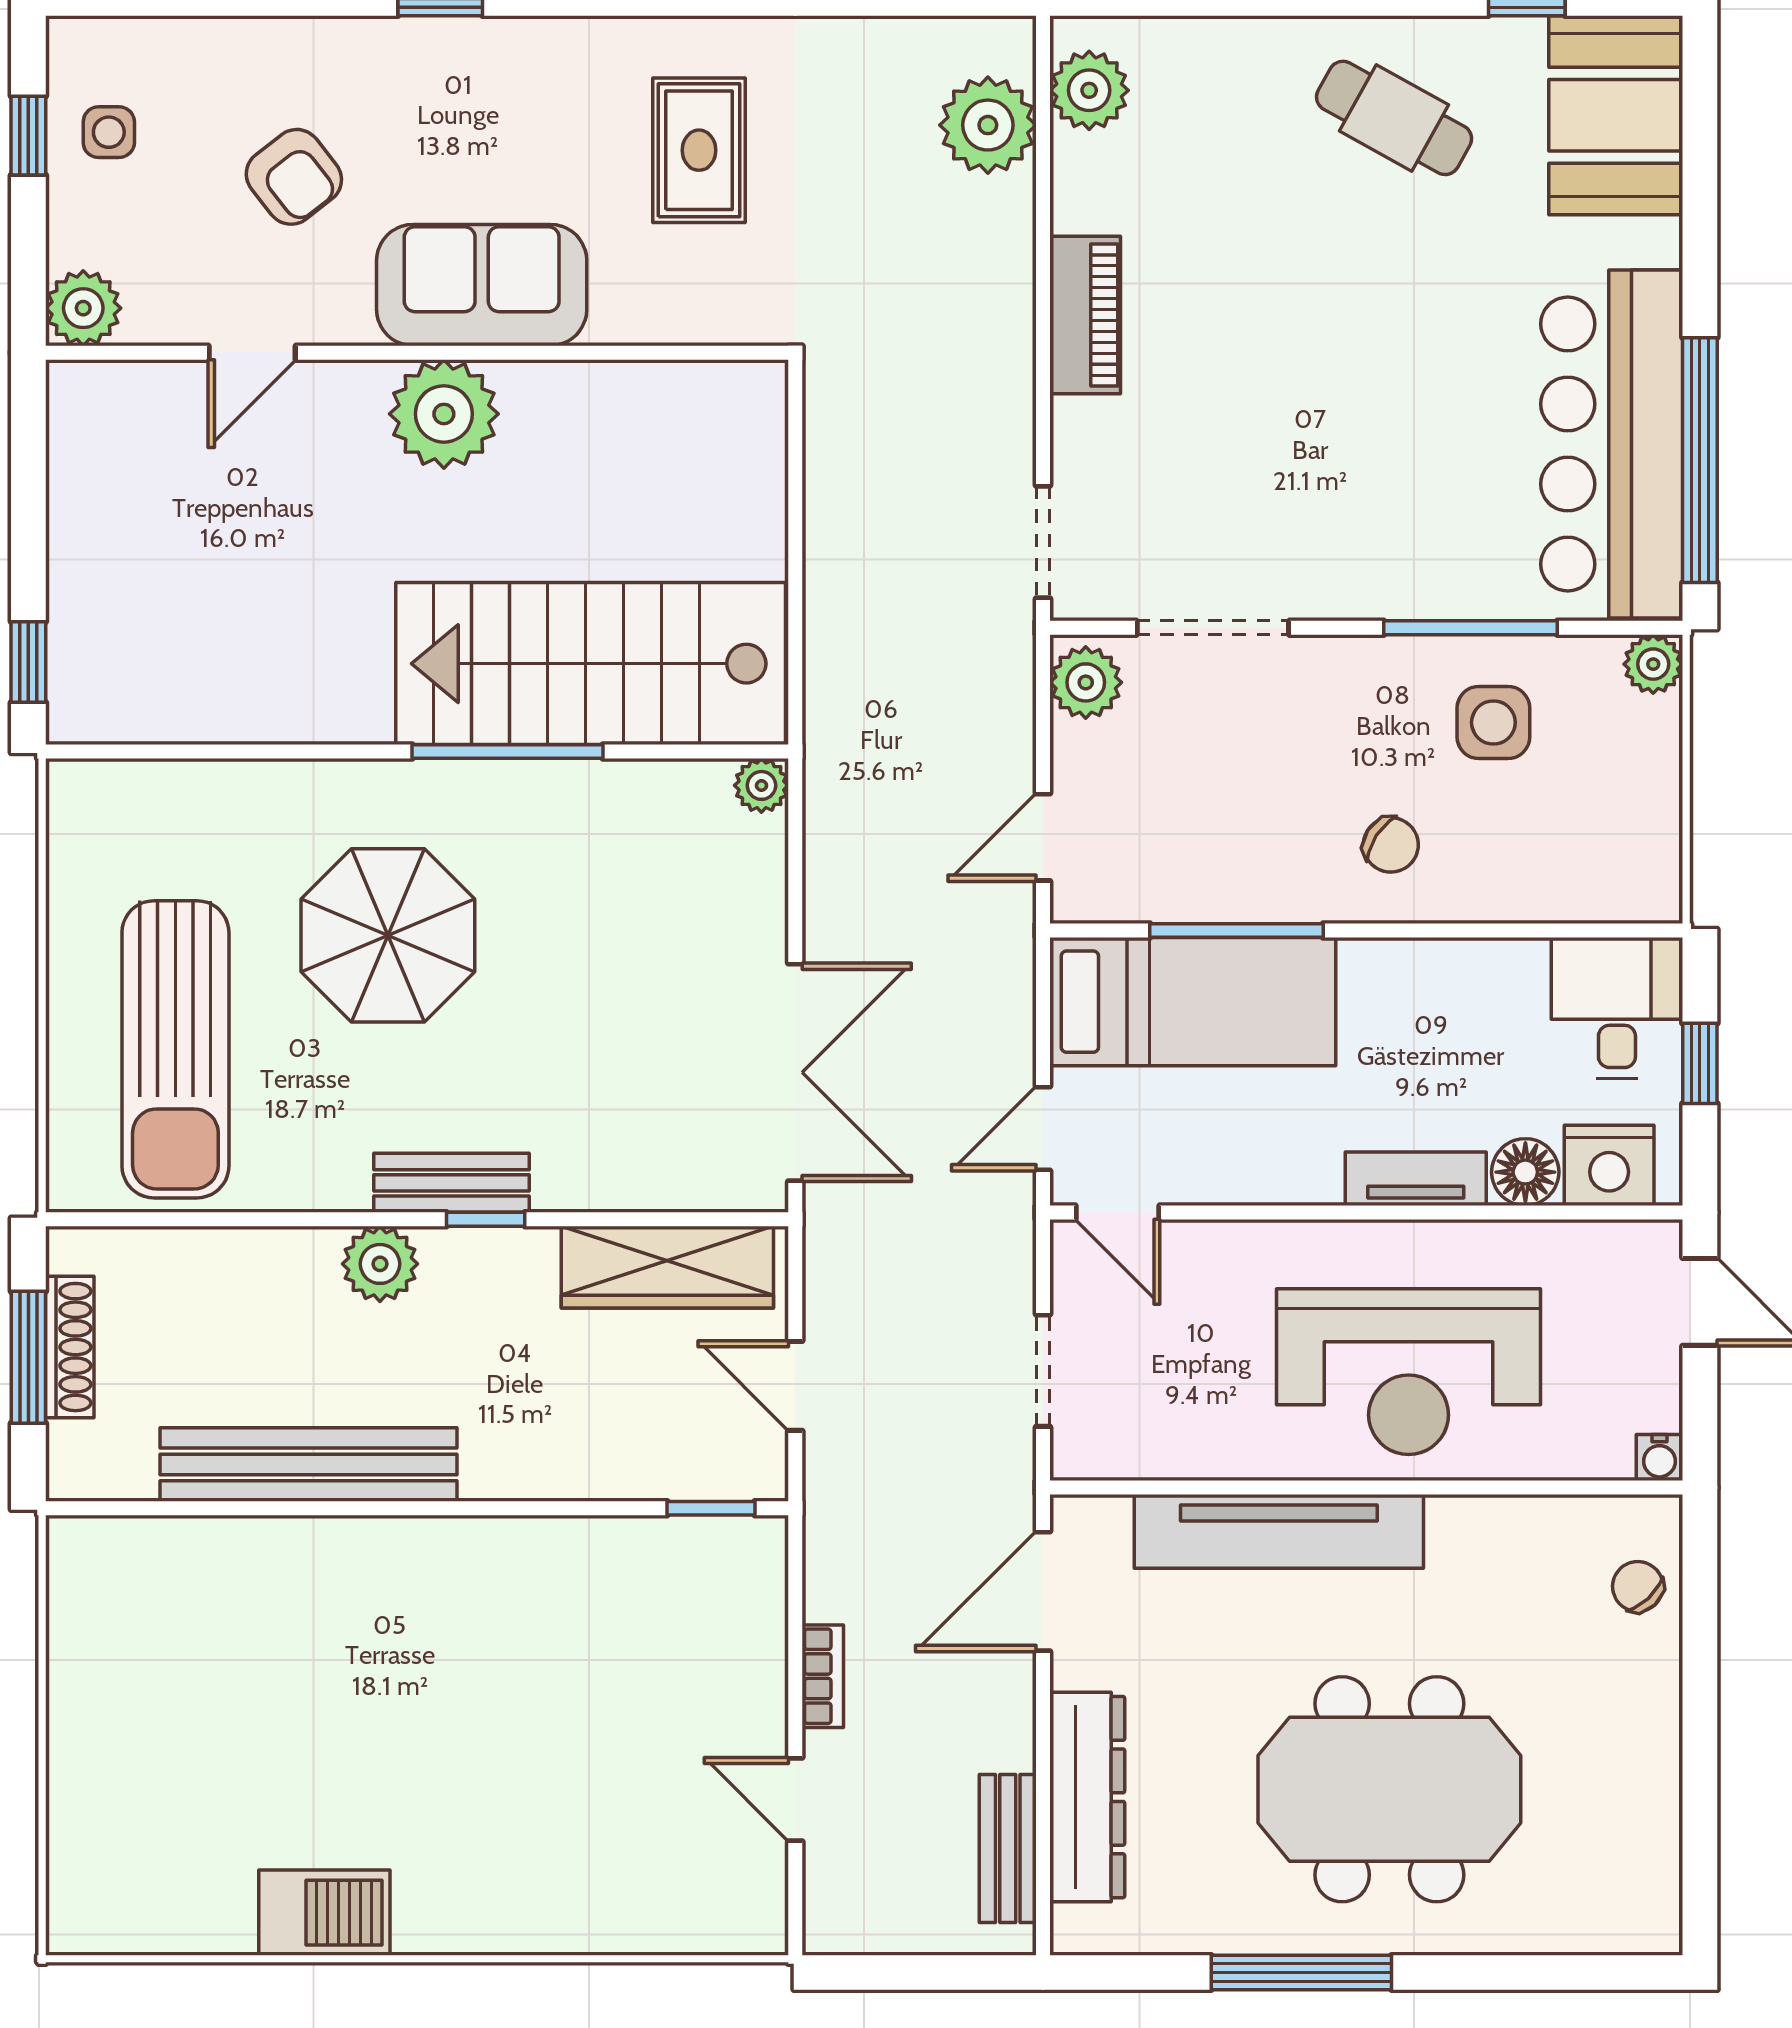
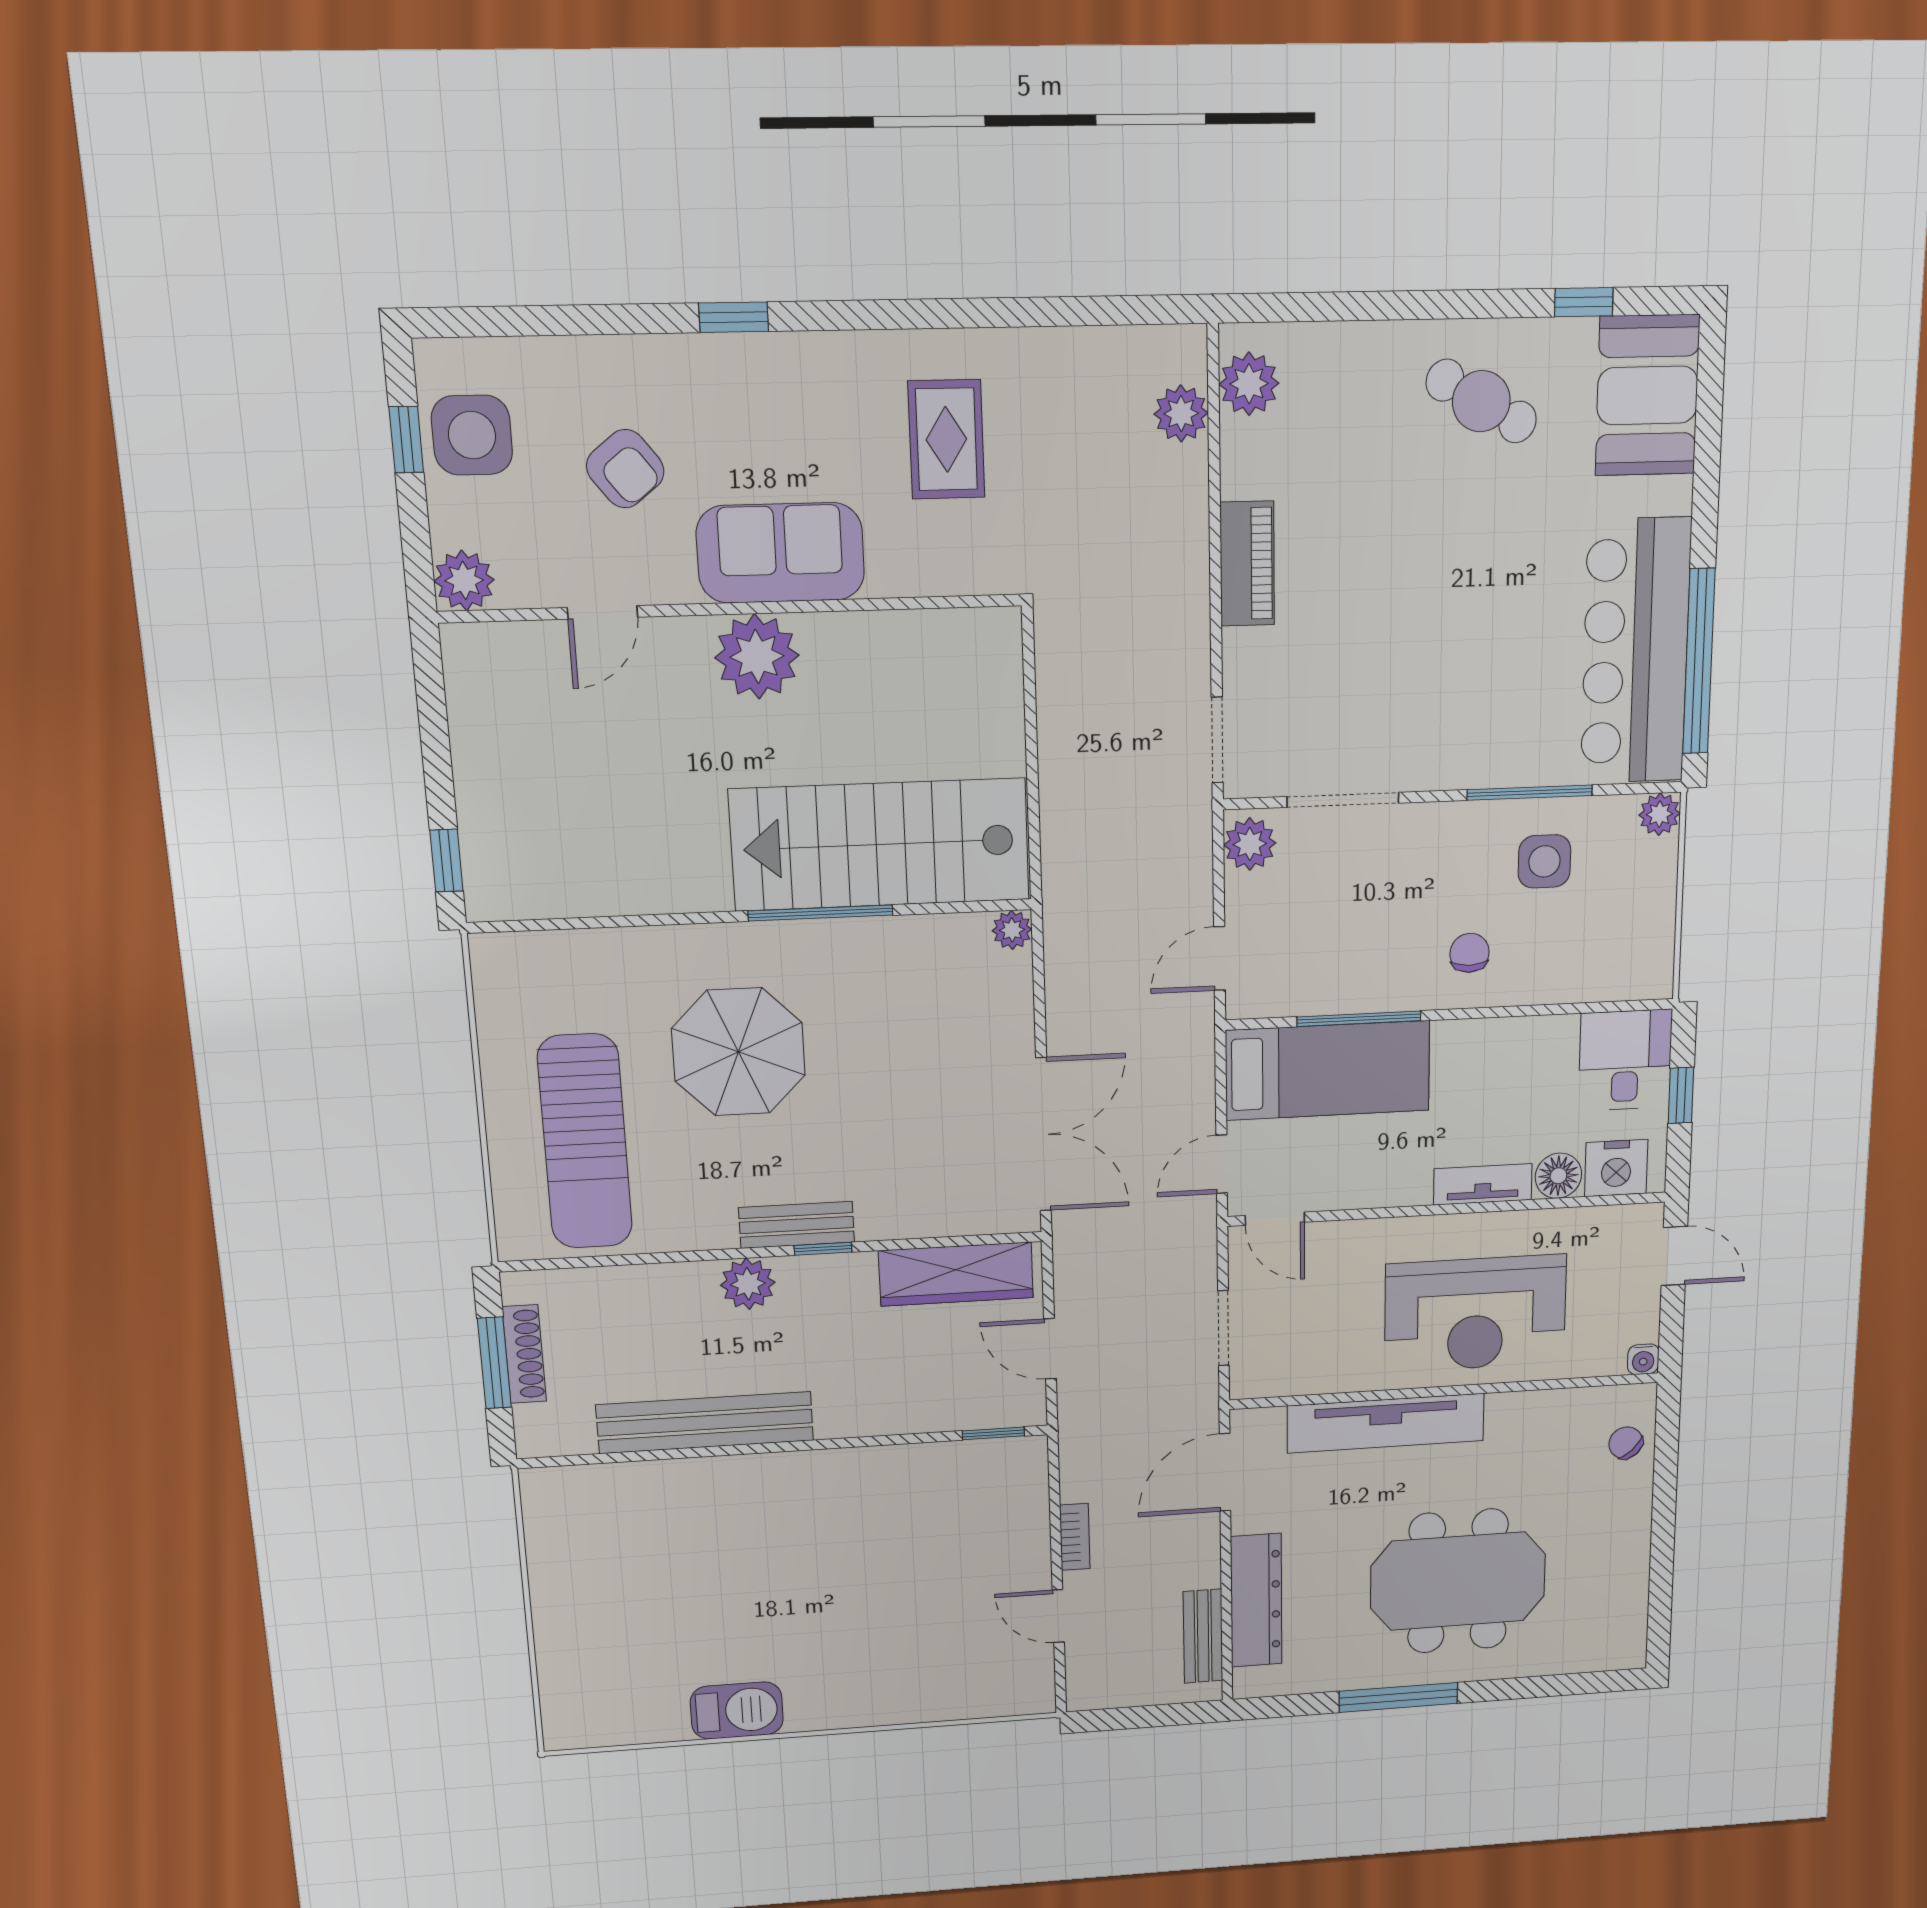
plant: (988, 125) -> (1181, 413), width x0.73, depth x0.73
side table: (109, 132) -> (472, 435), width x1.87, depth x1.87
chair: (1391, 845) -> (1469, 953), turned -123

